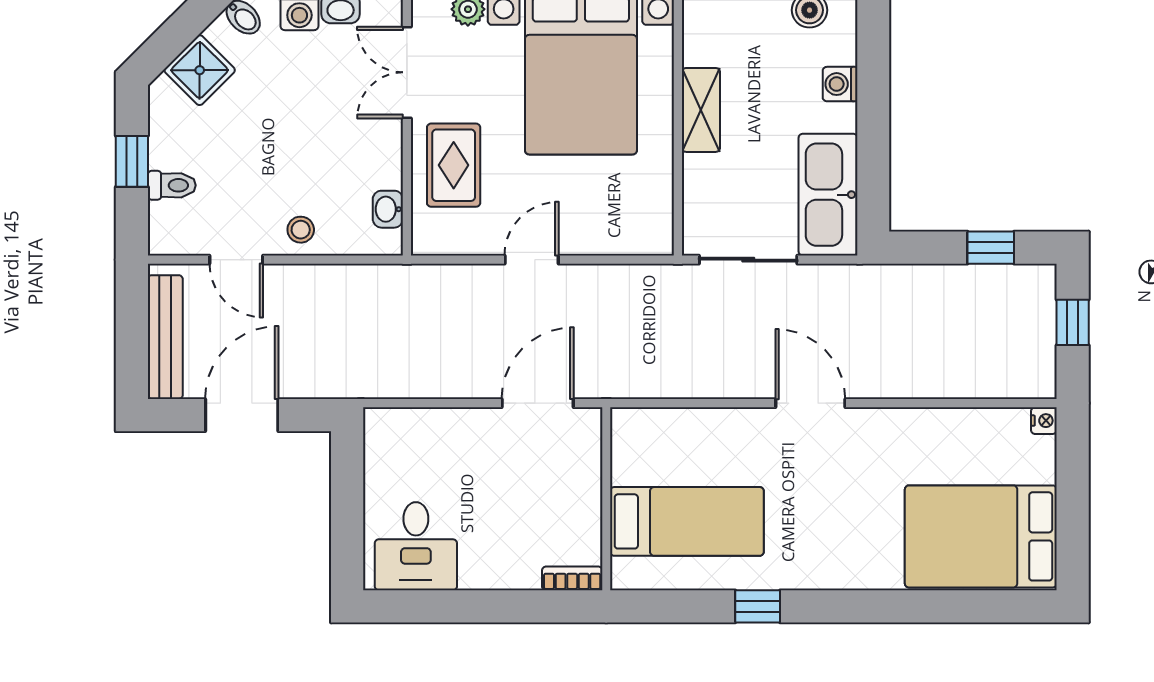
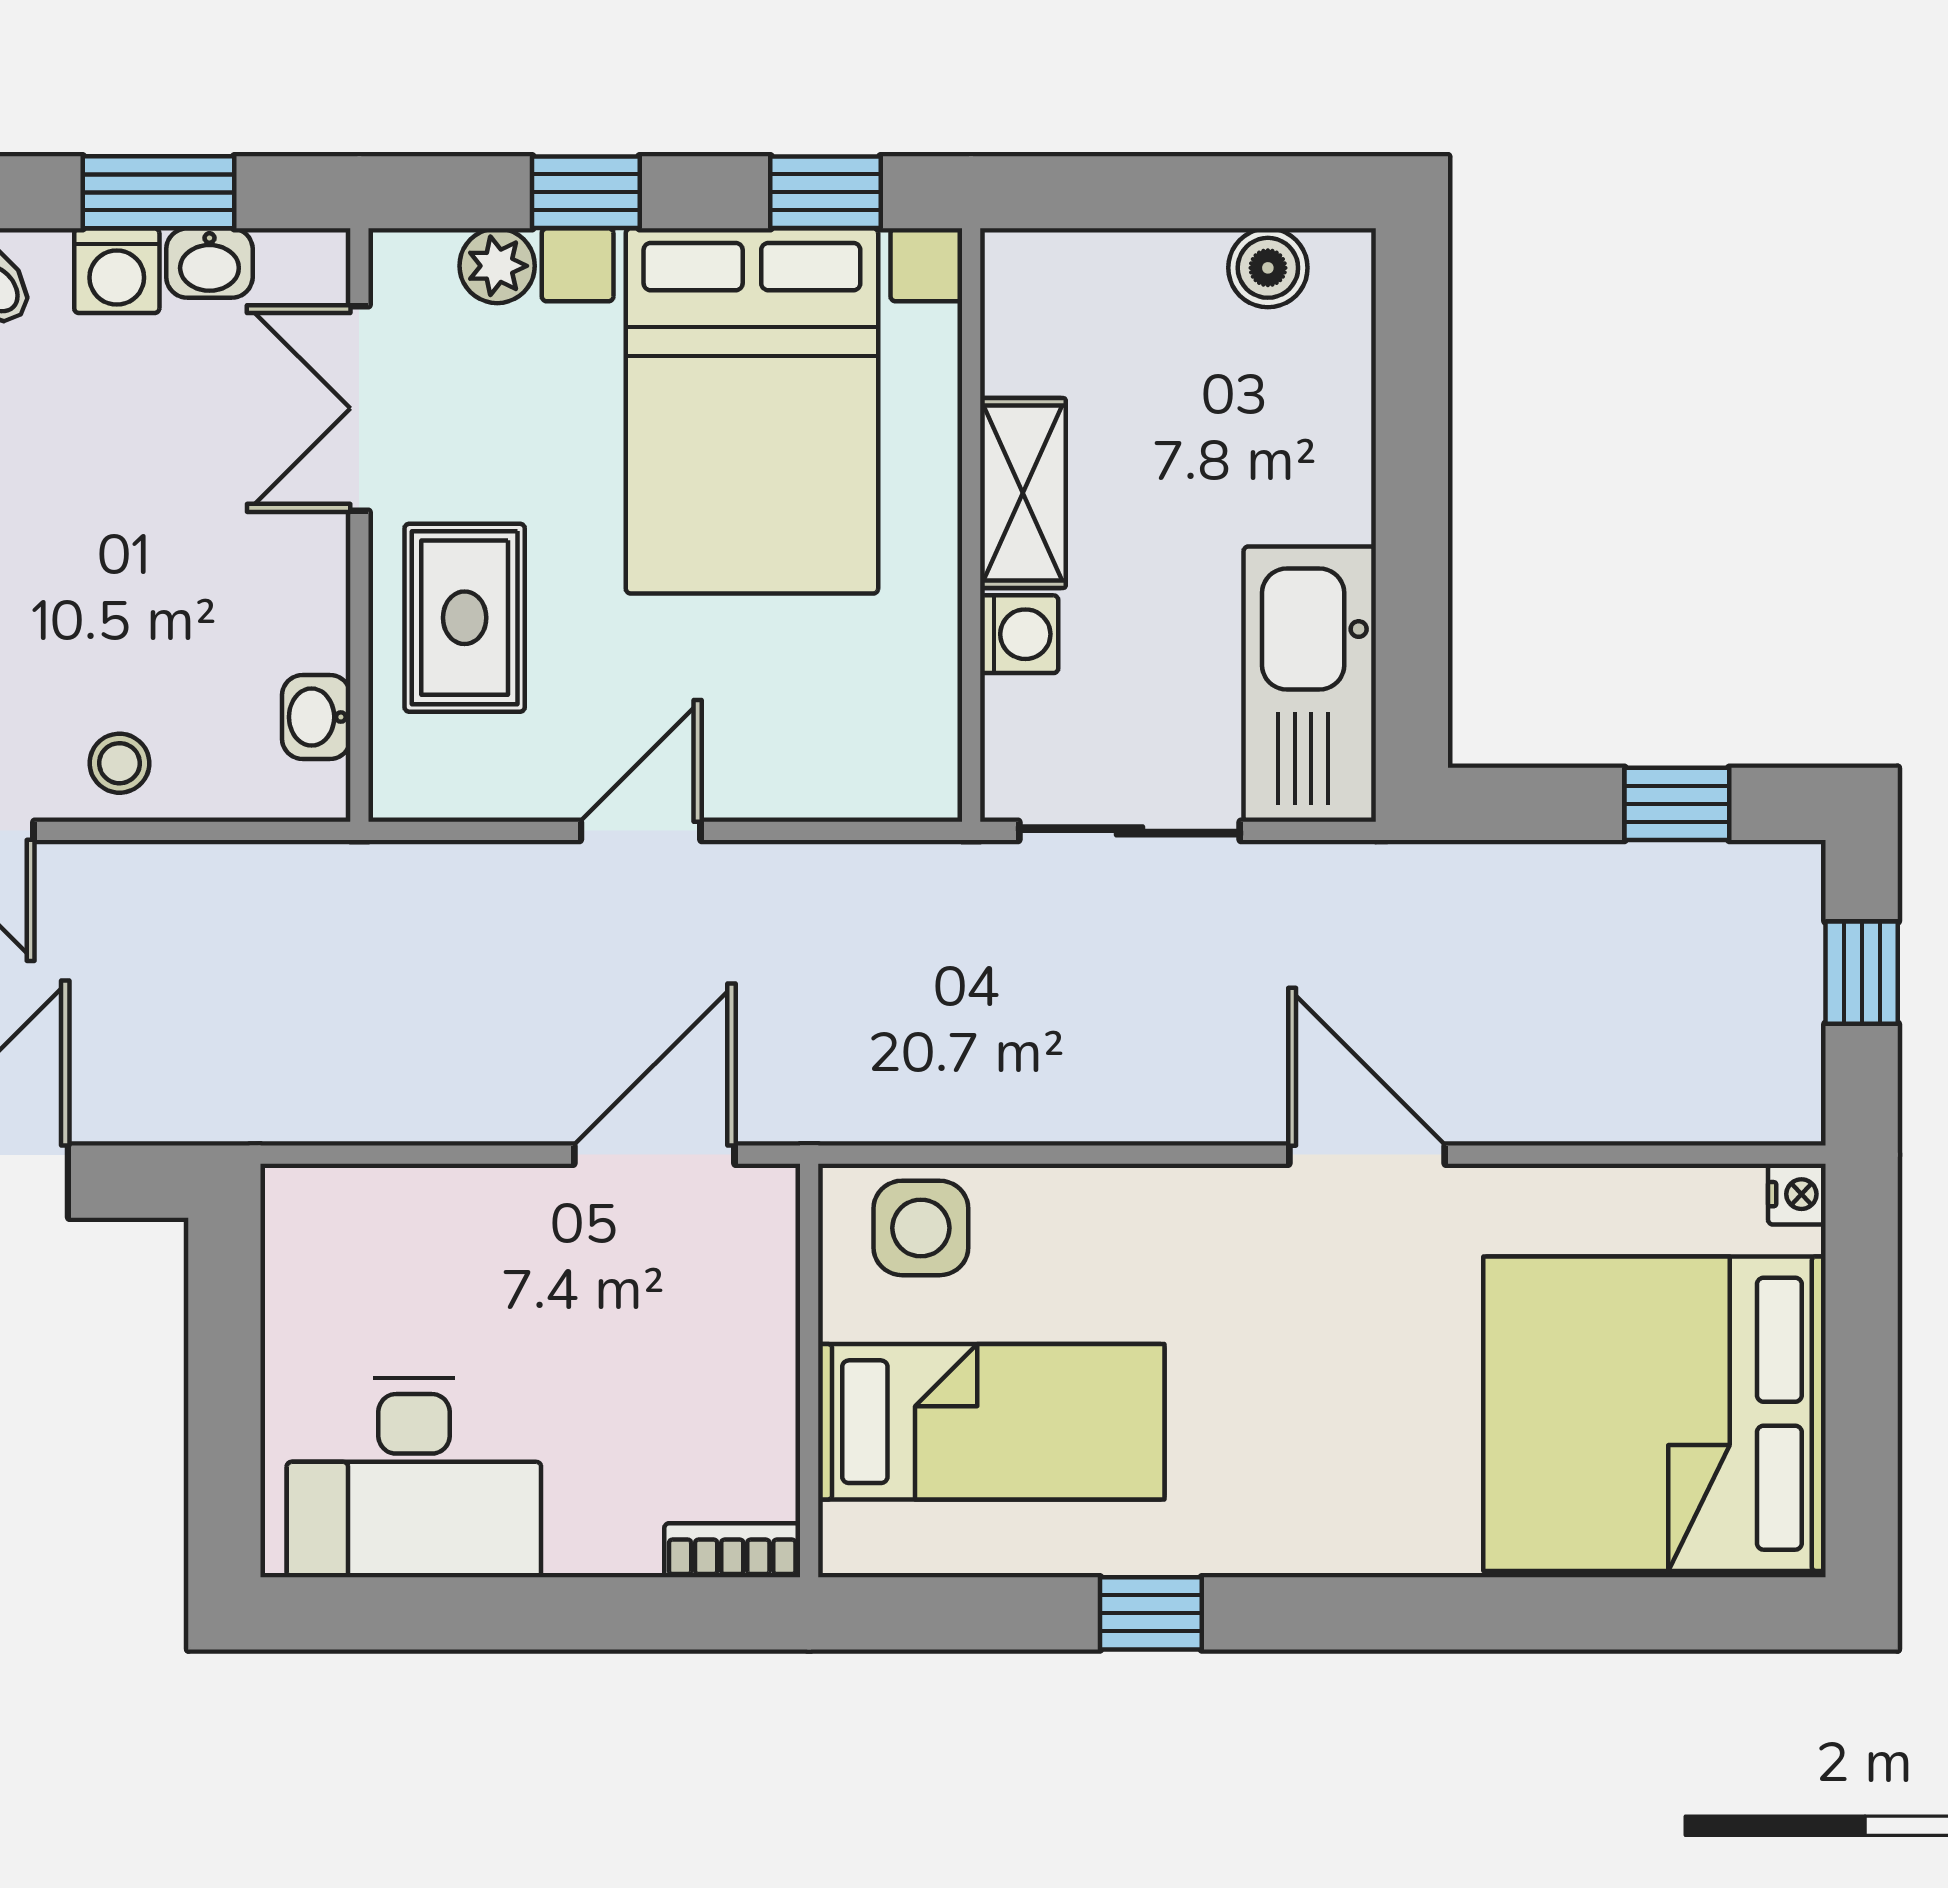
washing machine: (840, 84) -> (1019, 634), moved, turned 180
door: (810, 403) -> (1367, 1155), moved
side table: (656, 436) -> (921, 1228), added
bed: (981, 536) -> (1654, 1414), width x1.36
desk: (416, 546) -> (414, 1478), width x1.37

